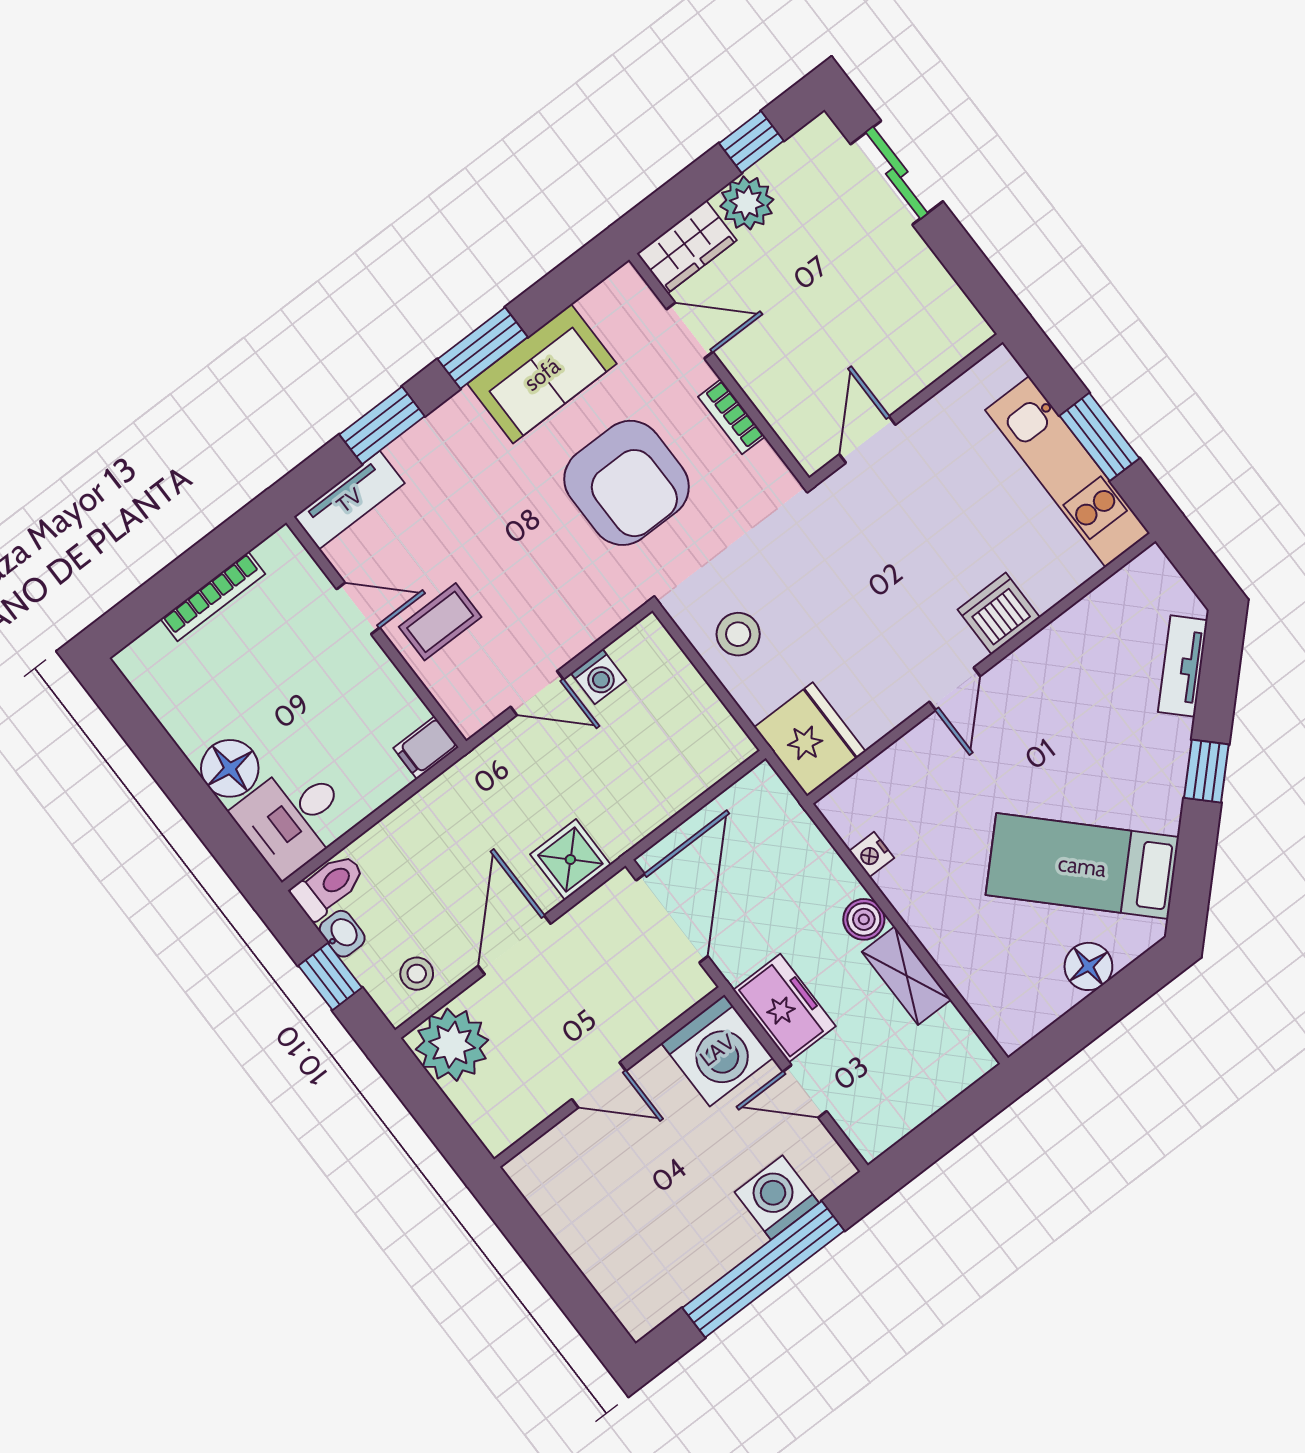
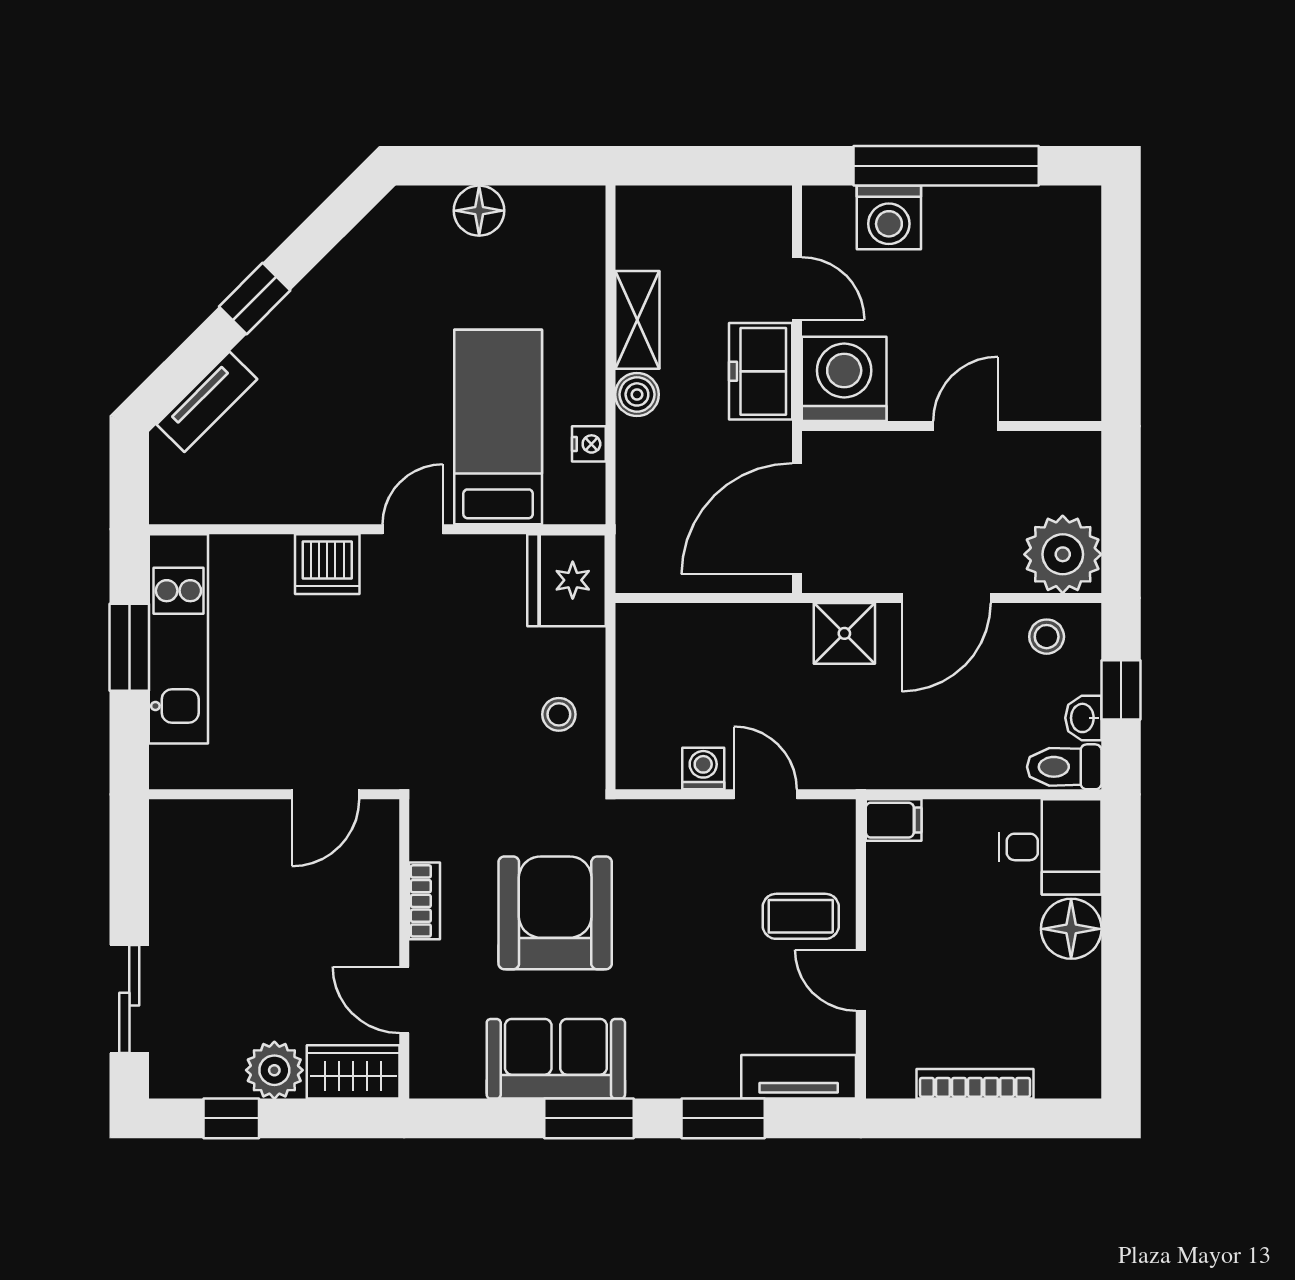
stool: (738, 634) -> (559, 714), width x0.73, depth x0.73
bed: (1082, 866) -> (498, 427), moved, turned -135
door: (599, 1085) -> (966, 426), hinge flipped

